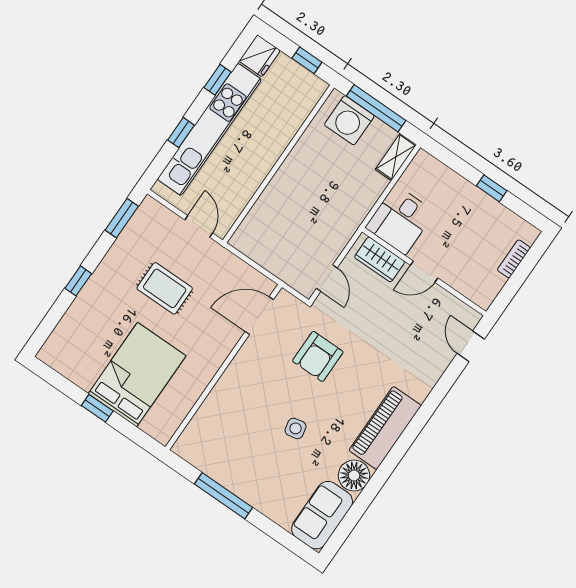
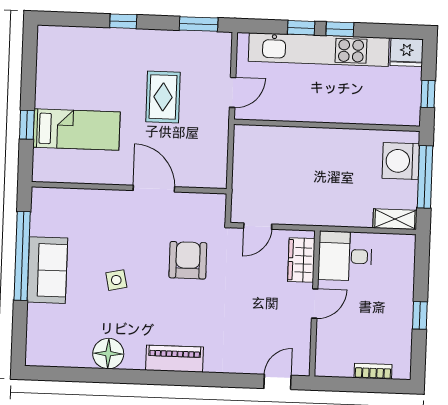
window: (218, 80) -> (340, 29), moved
door: (424, 272) -> (315, 304), swing flipped
door: (259, 316) -> (154, 189), moved
armchair: (318, 356) -> (188, 260), turned 90
bed: (137, 375) -> (76, 130), width x0.67
window: (97, 408) -> (27, 125), moved
piano: (385, 428) -> (174, 359), width x0.73, depth x0.75
window: (223, 496) -> (22, 256), width x1.46
sofa: (322, 515) -> (47, 270), moved, turned 90

